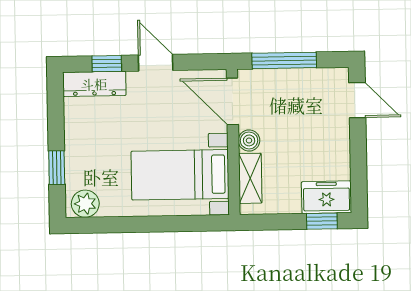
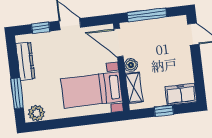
dresser: (94, 84) -> (25, 61), moved, turned -90
window: (57, 168) -> (17, 93), width x1.50
window: (322, 221) -> (164, 111), moved

